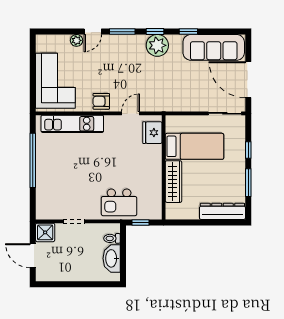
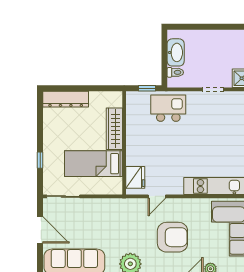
door: (248, 80) -> (40, 230), width x0.73
armchair: (101, 101) -> (172, 237), moved, width x1.88, depth x1.88
window: (248, 183) -> (40, 128), removed

